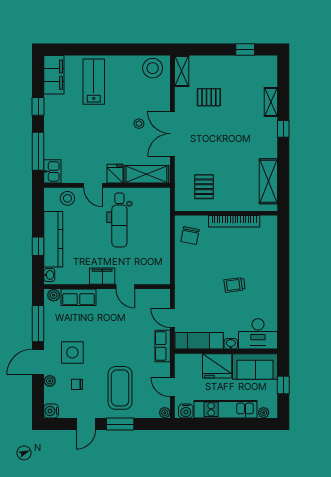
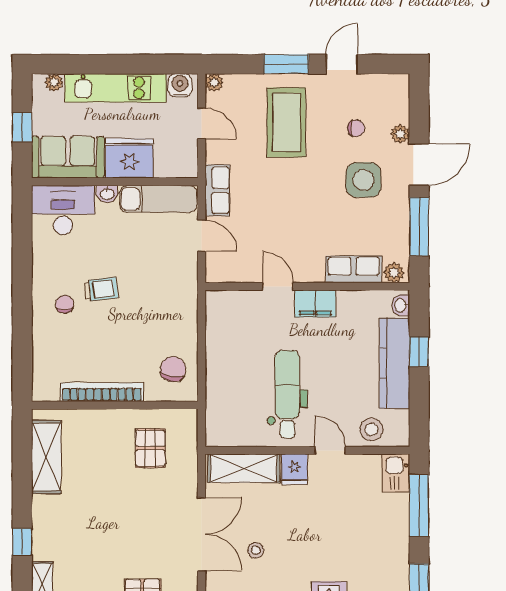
chair: (257, 276) -> (65, 304), added
water cooler: (51, 411) -> (398, 85), removed

